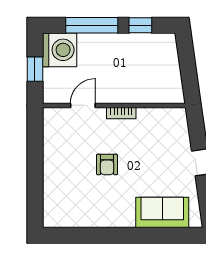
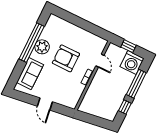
armchair: (107, 165) -> (66, 58), width x1.88, depth x1.88
plant: (107, 214) -> (42, 47), added
window: (109, 235) -> (32, 43), added

